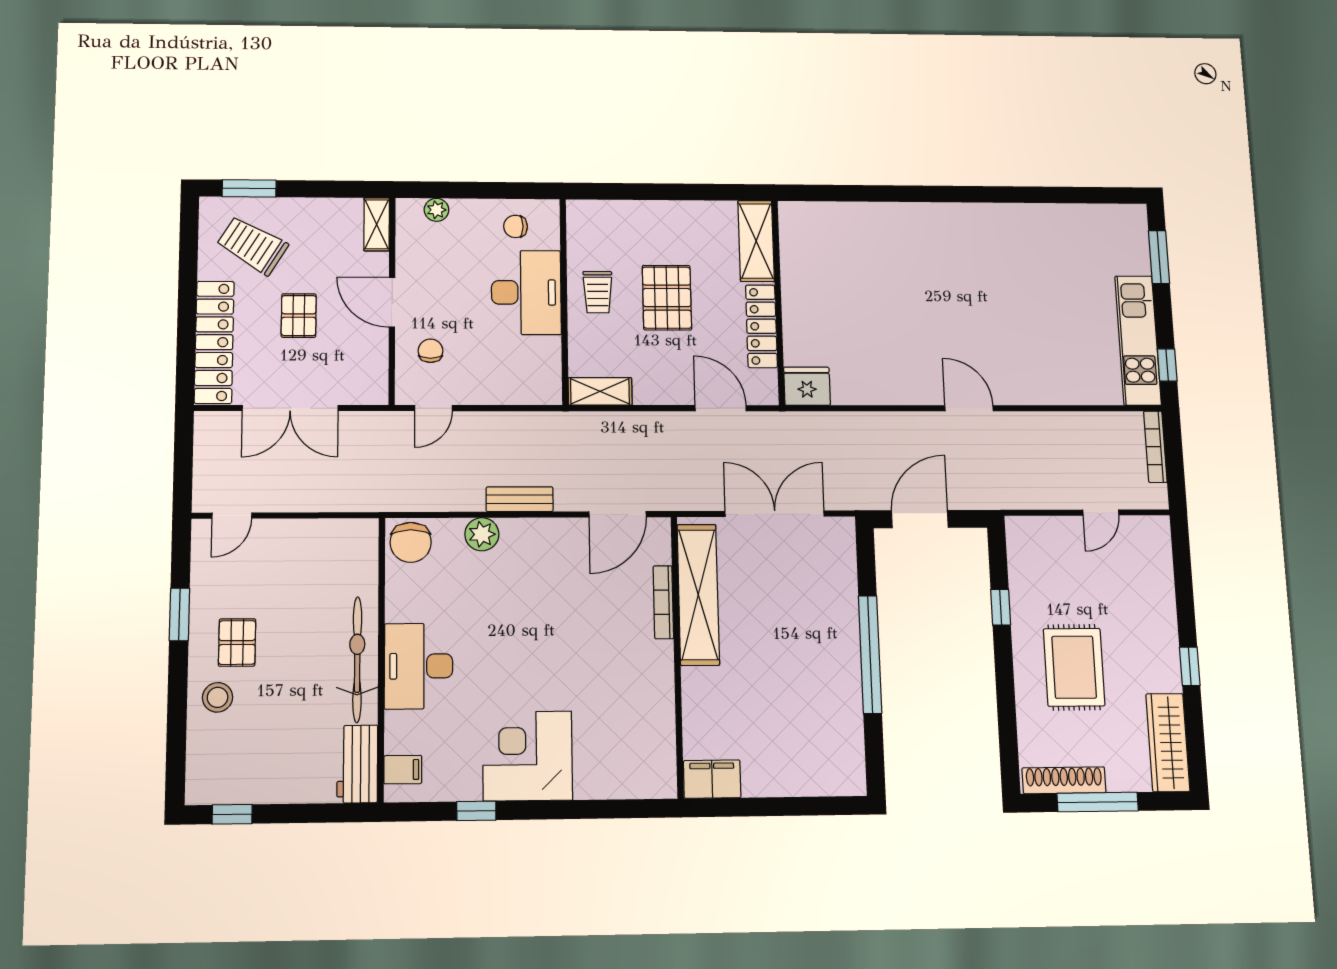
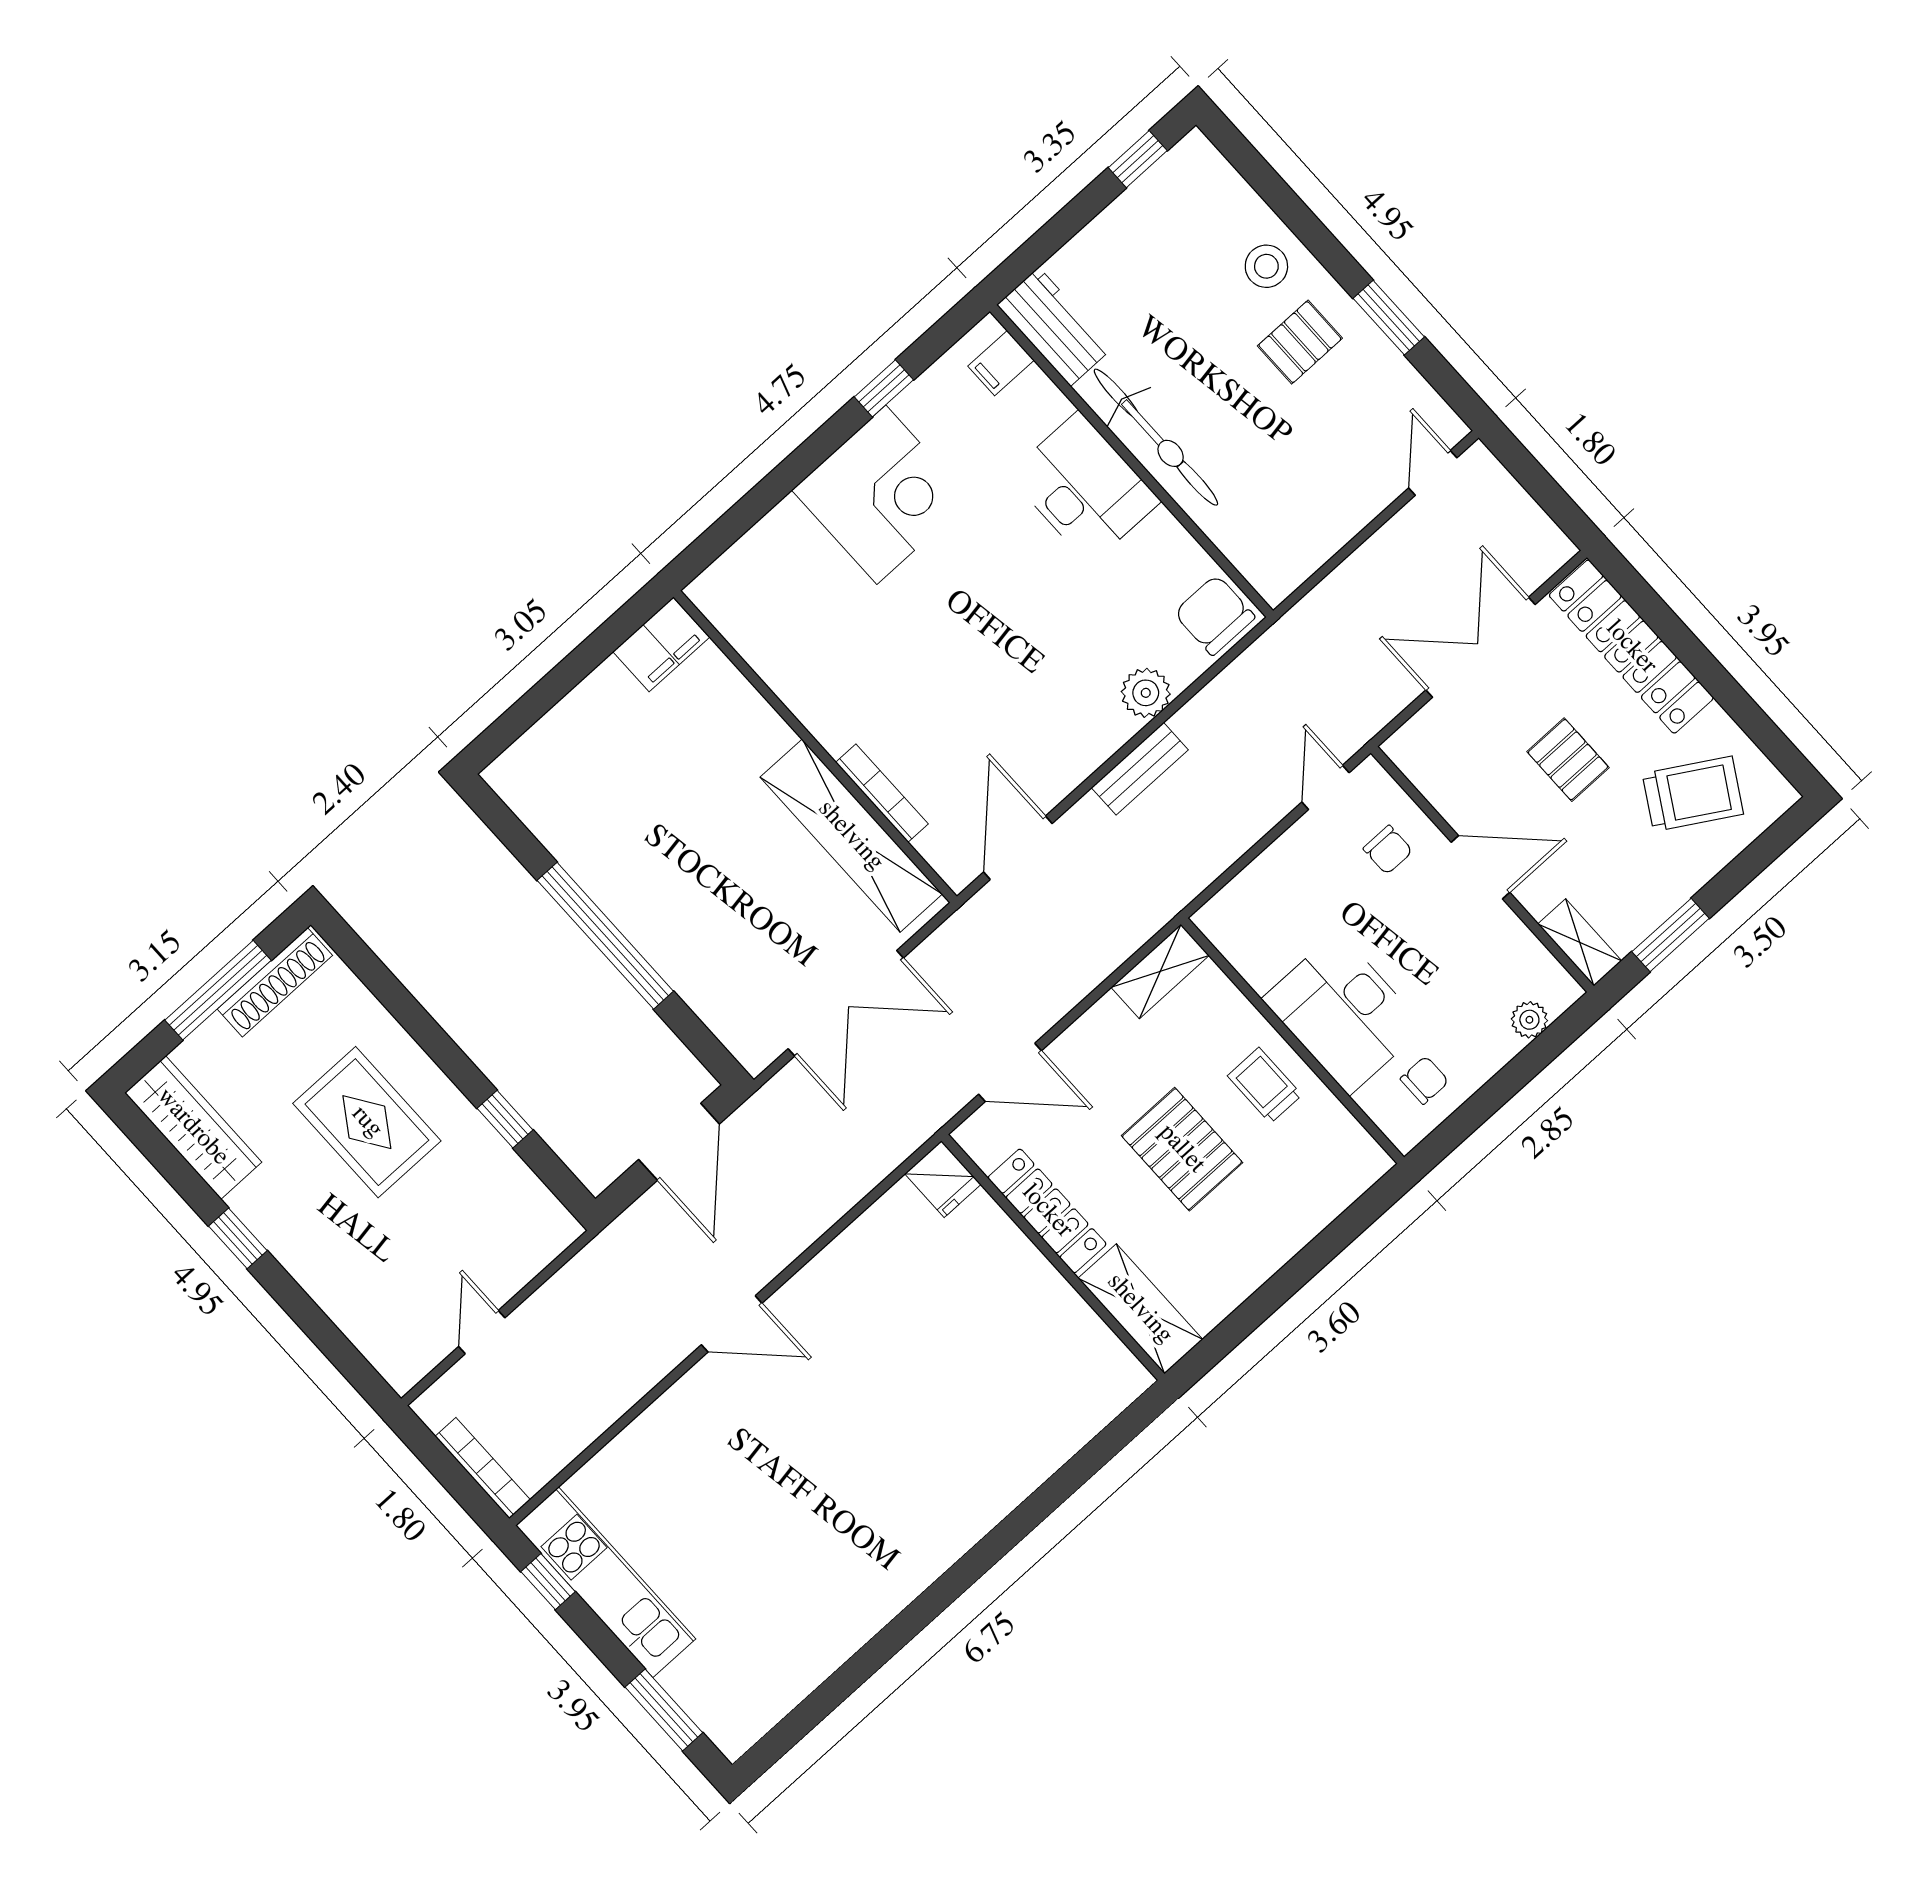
window: (249, 188) -> (1671, 935), moved
fridge: (807, 386) -> (943, 1179), width x0.72
pallet: (237, 643) -> (1300, 342), turned 90

